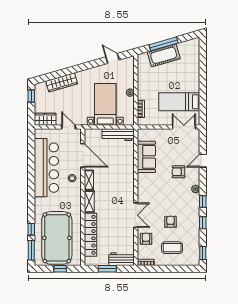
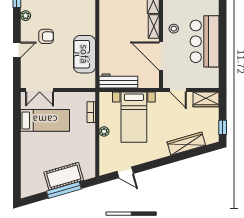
bar counter: (46, 168) -> (205, 41), width x0.73

